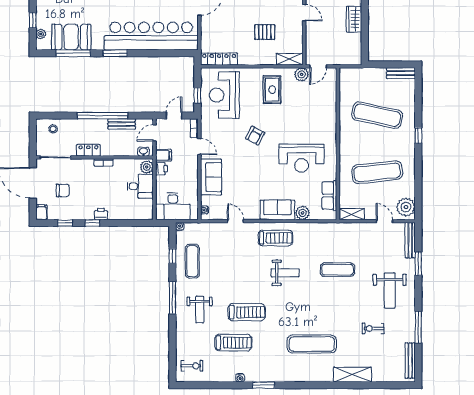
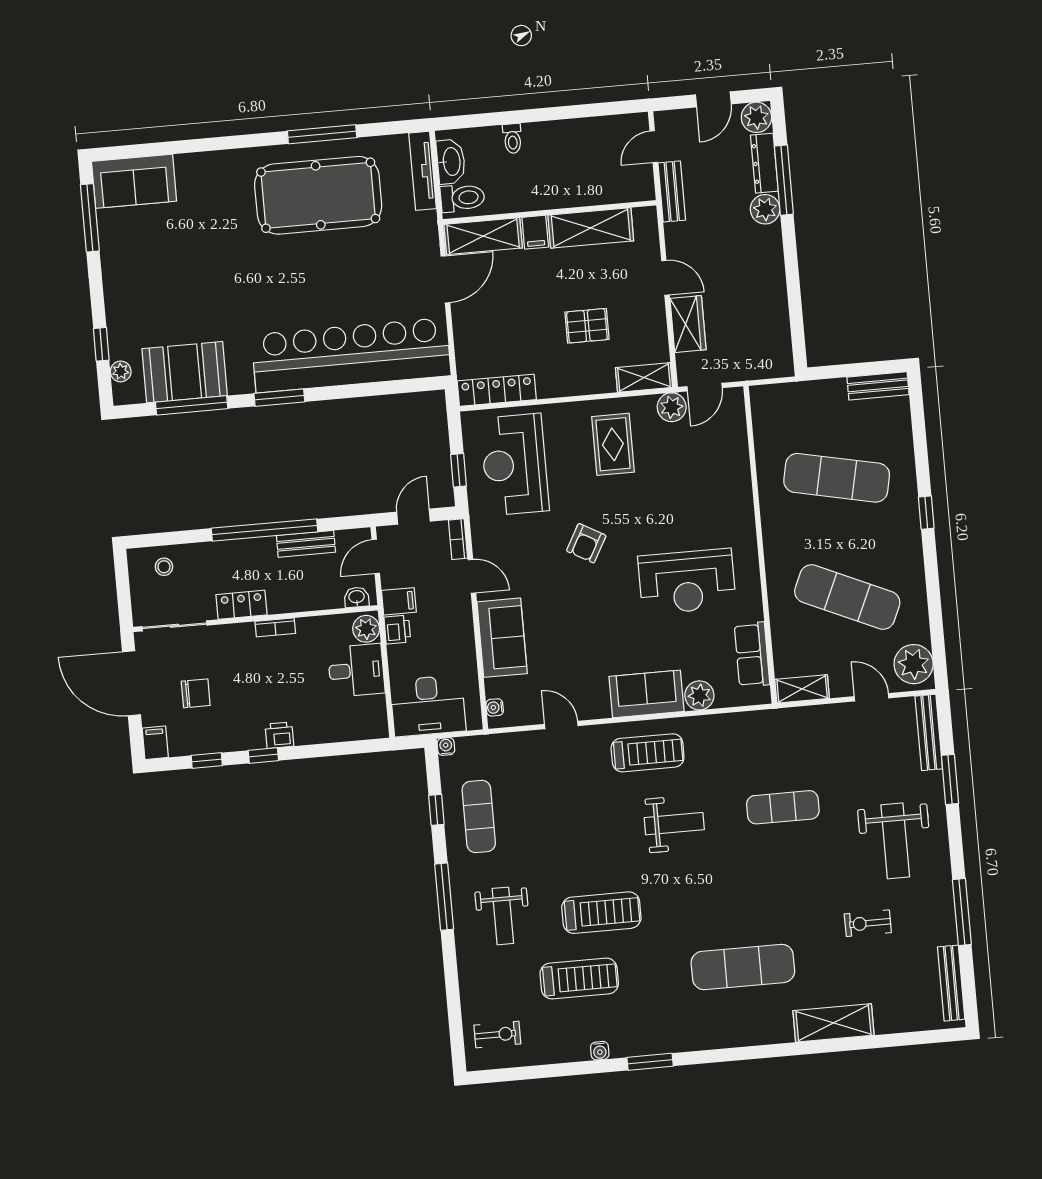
wardrobe: (354, 19) -> (688, 324), moved, turned 180
exercise mat: (377, 172) -> (847, 597), turned 30

